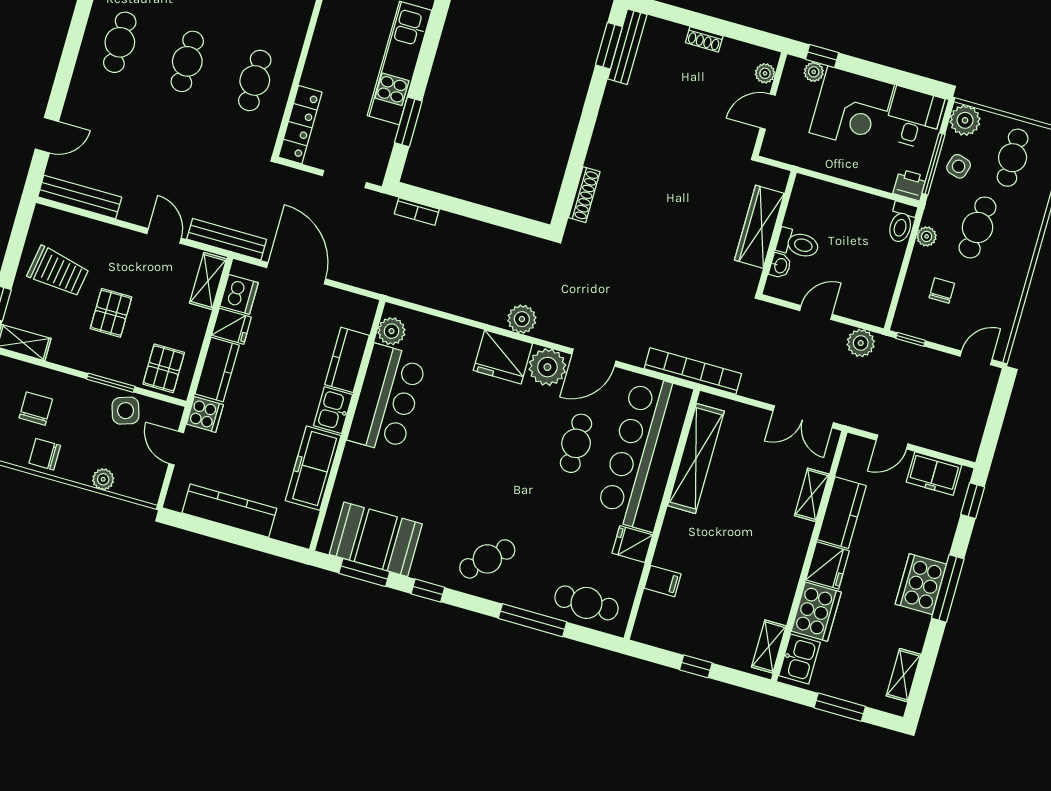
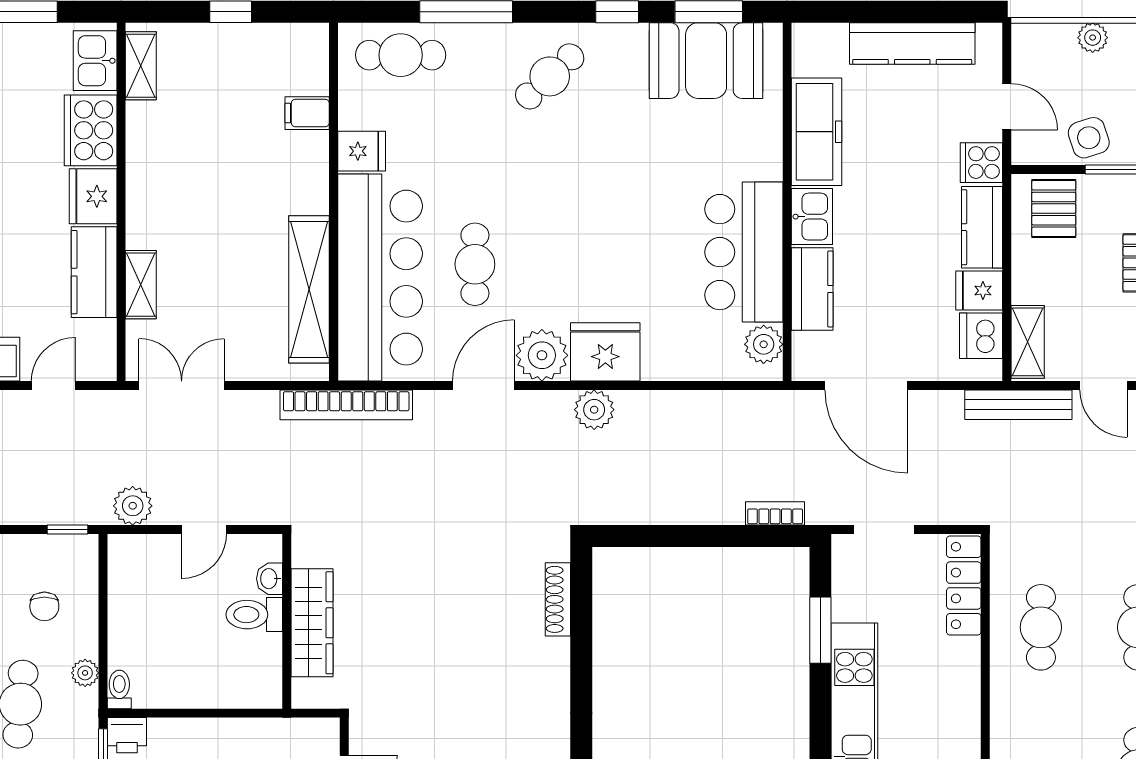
toilet: (902, 223) -> (119, 689), width x0.73, depth x0.72
door: (296, 273) -> (866, 385), moved

